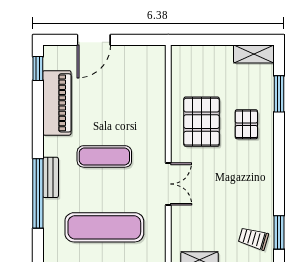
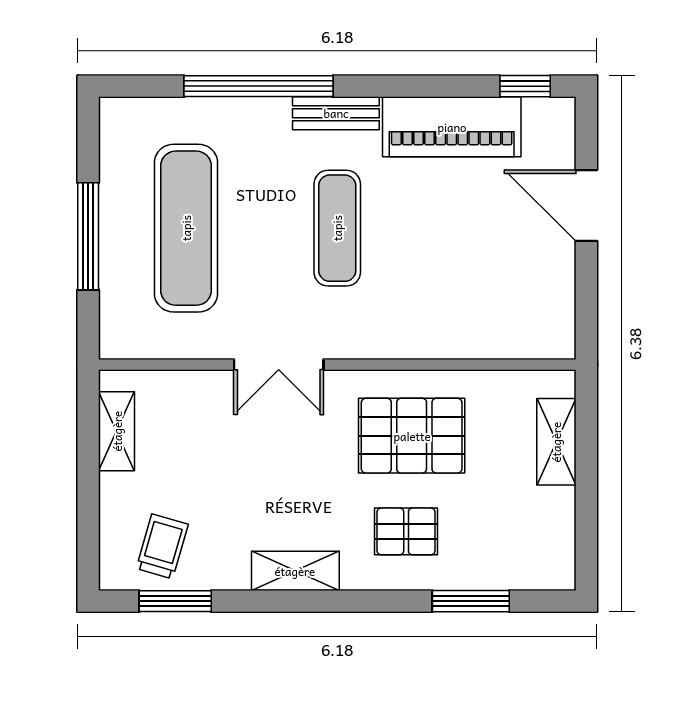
shelving: (254, 54) -> (556, 442), moved
shelving: (265, 176) -> (295, 571), added
bench: (51, 177) -> (336, 113), moved

